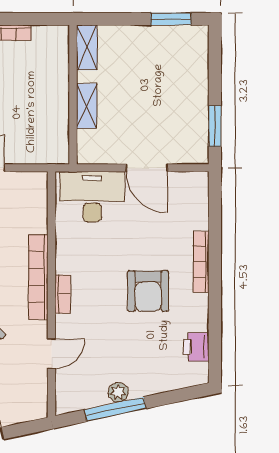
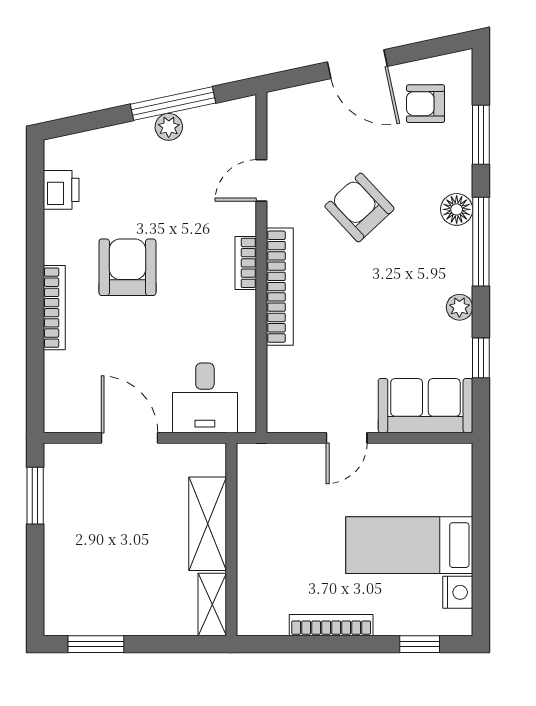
shelving: (87, 106) -> (208, 524), width x1.50, depth x1.33
desk: (92, 197) -> (205, 398), width x0.73

